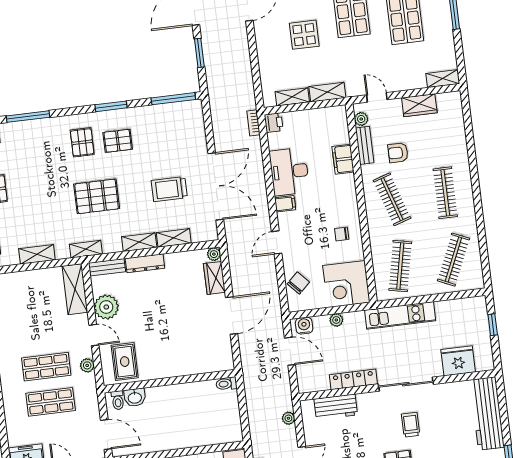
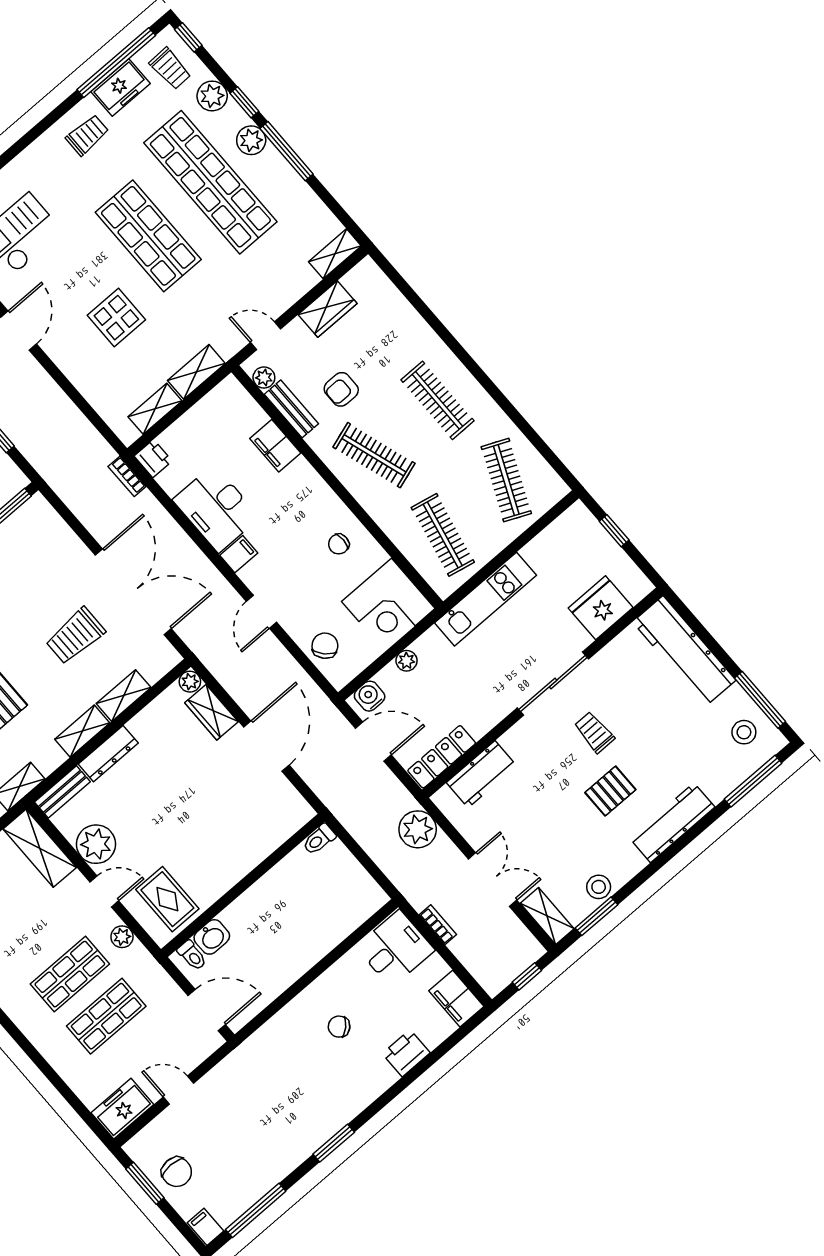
locker: (353, 379) -> (442, 757), moved
plant: (288, 418) -> (418, 829), width x1.88, depth x1.88

